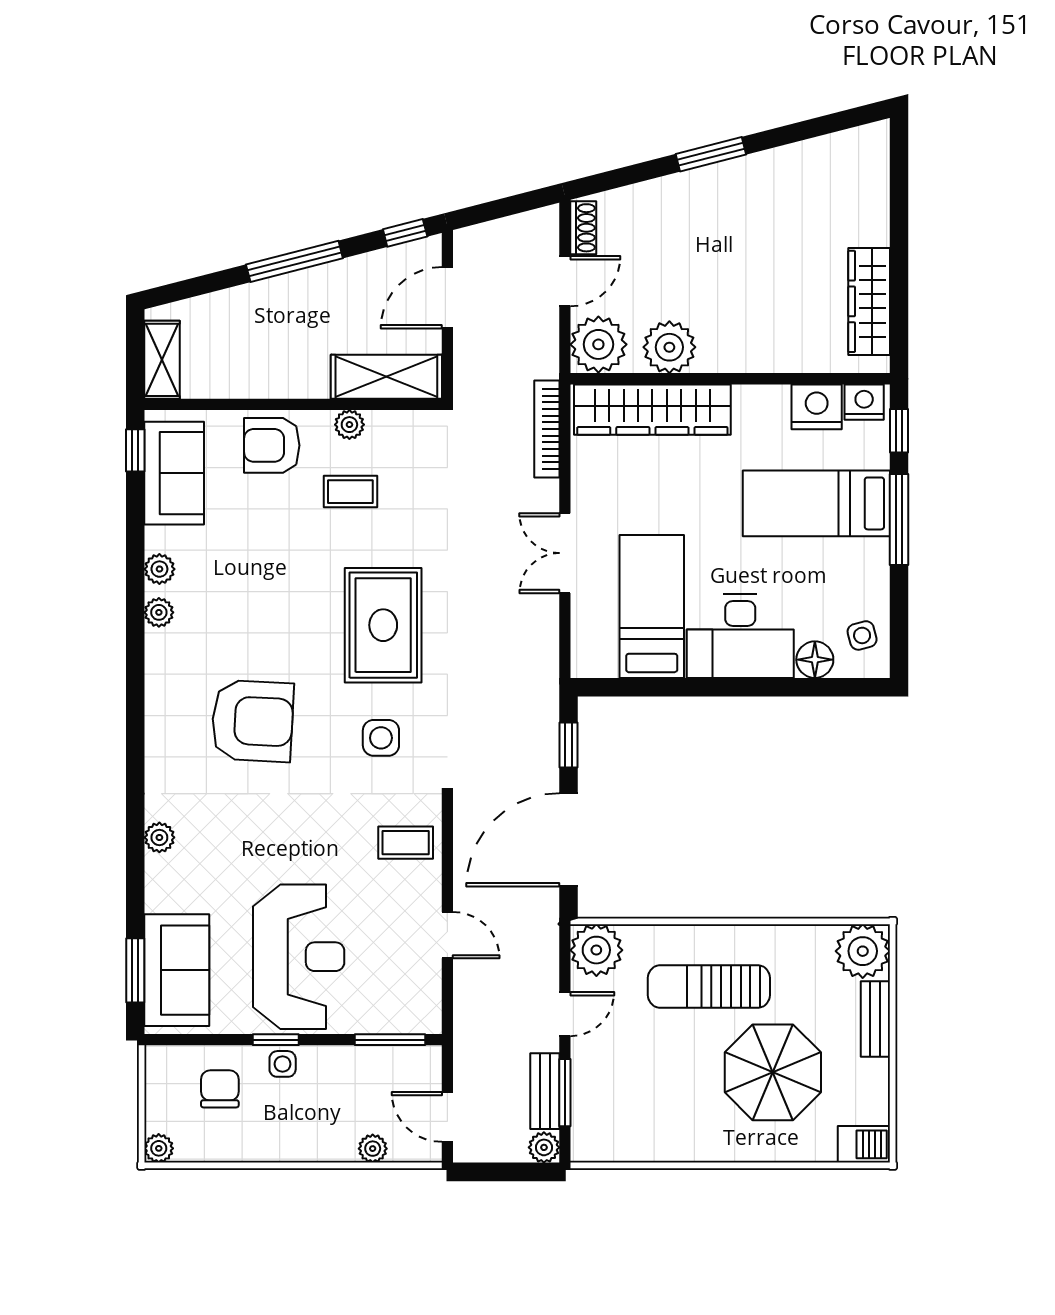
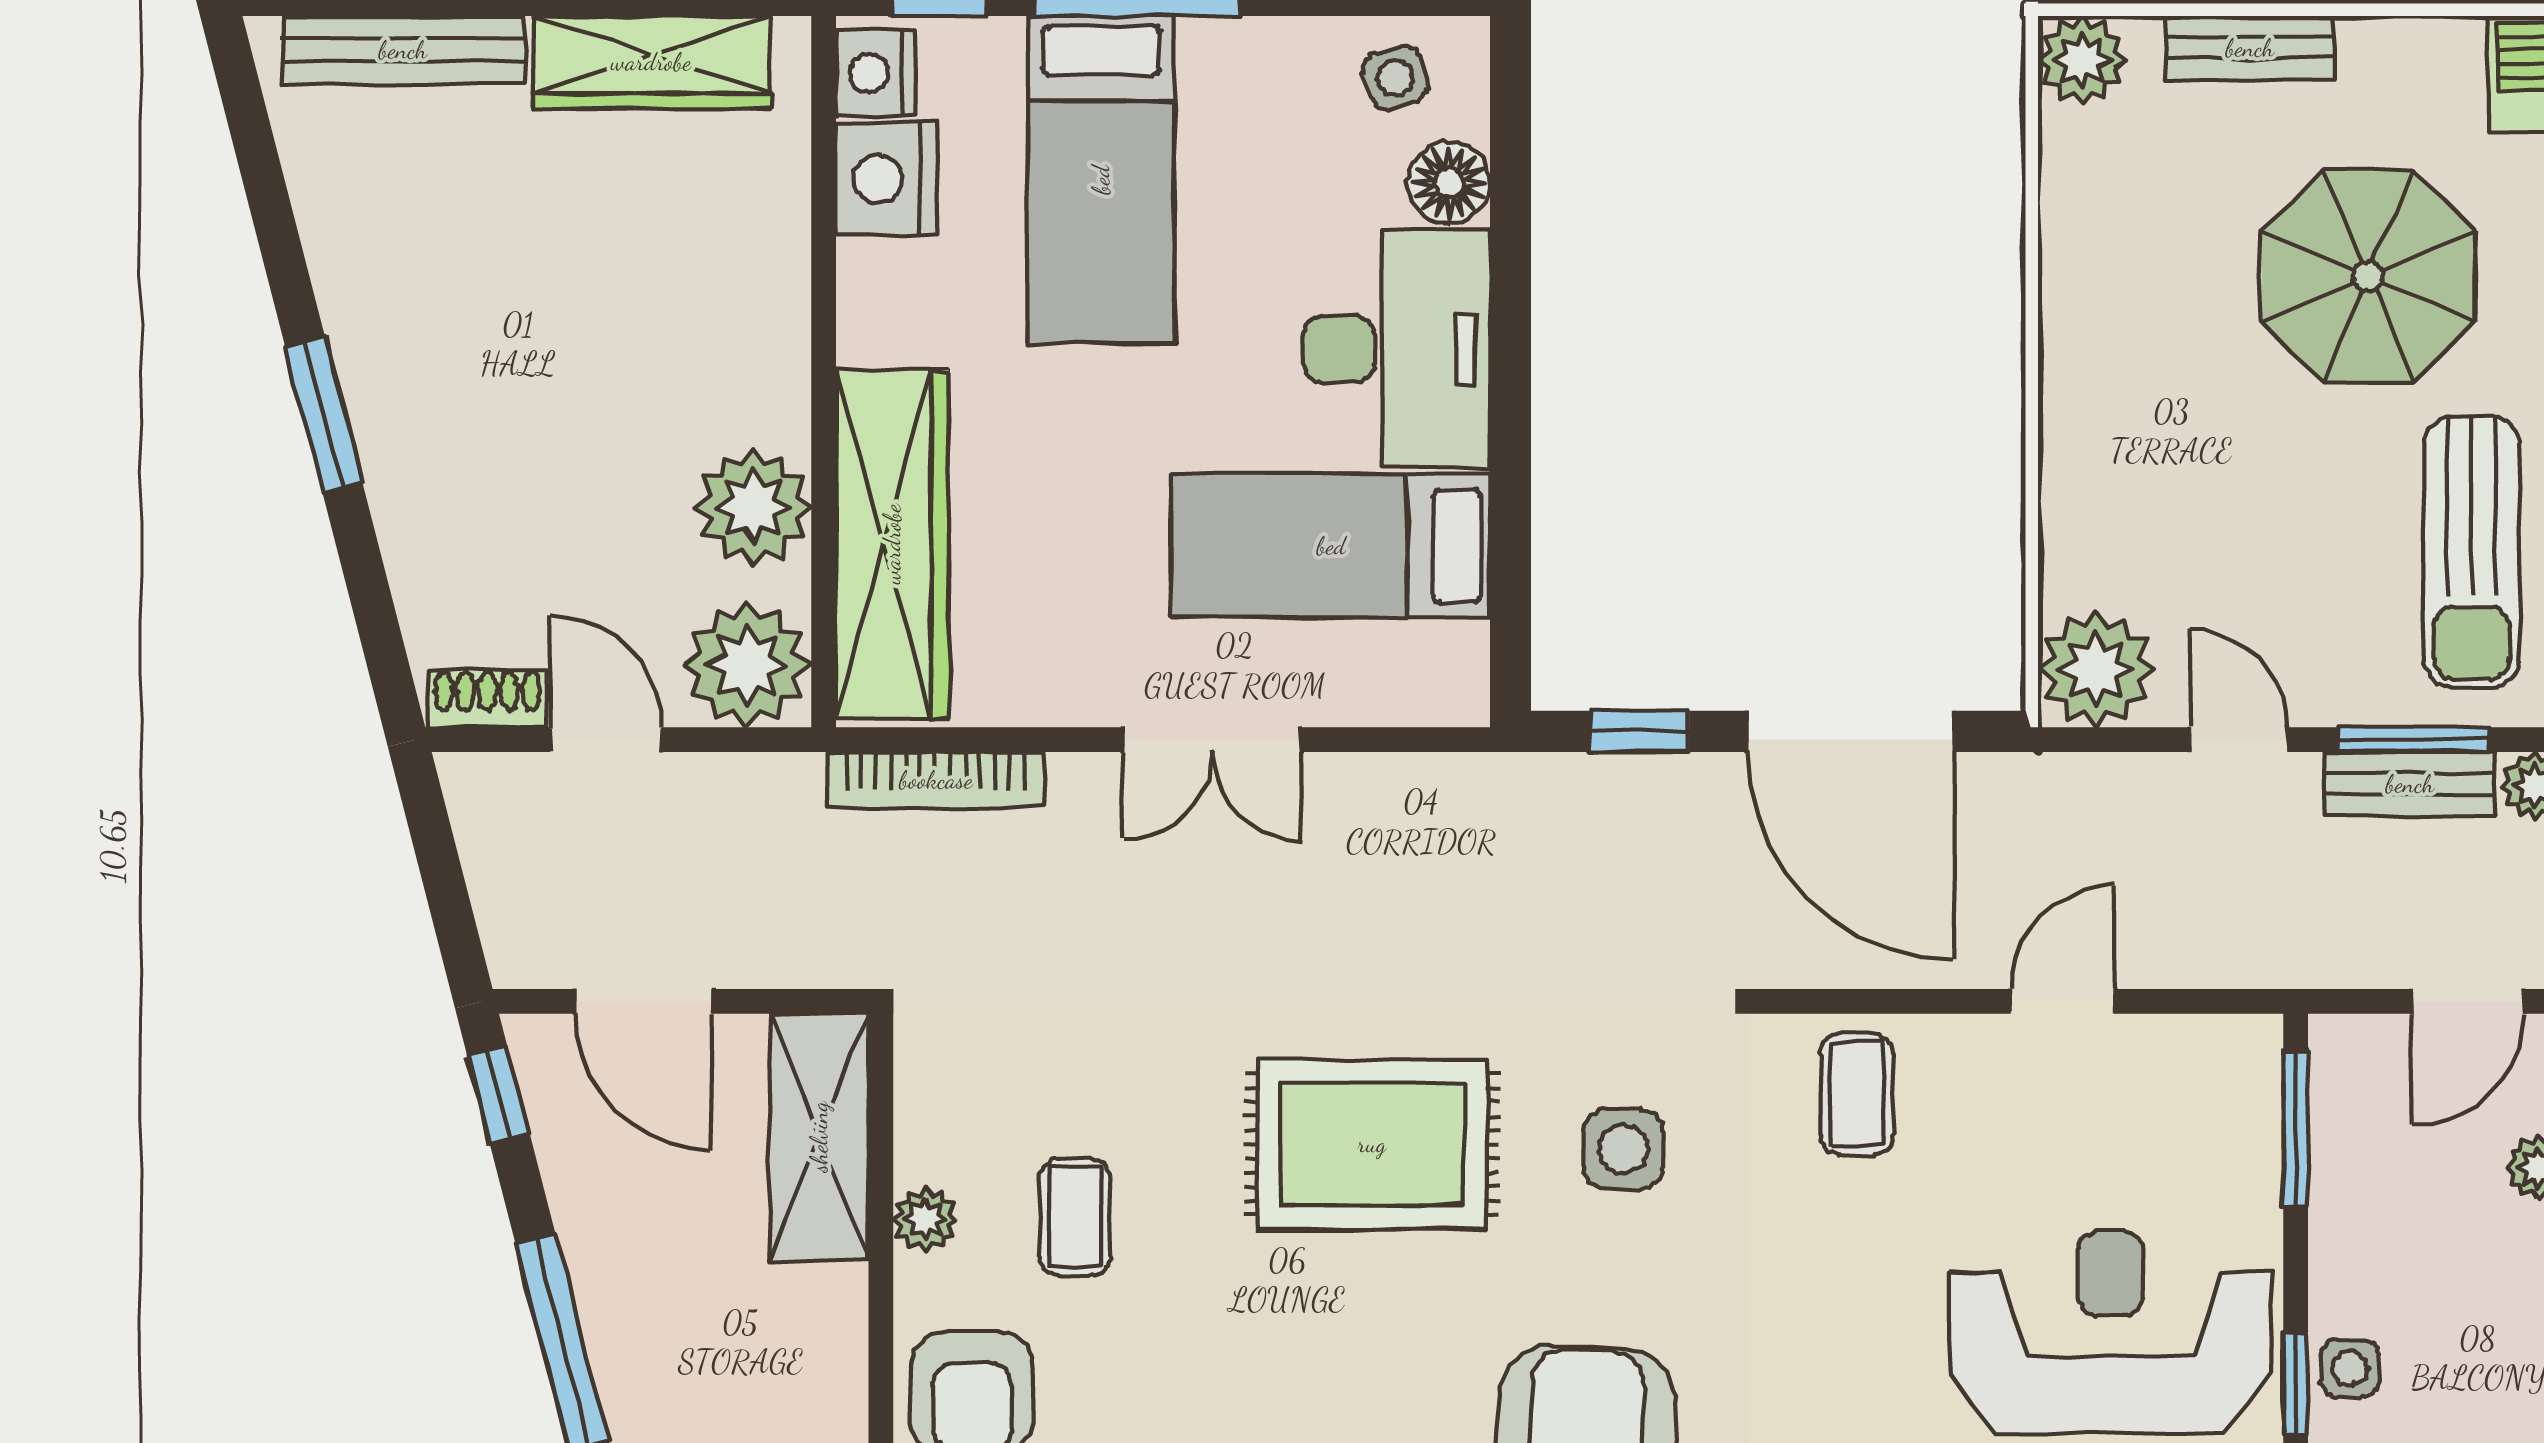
bench: (874, 190) -> (403, 50), added
plant: (863, 951) -> (2082, 60), width x0.73, depth x0.73
sun lounger: (709, 987) -> (2472, 552), moved

